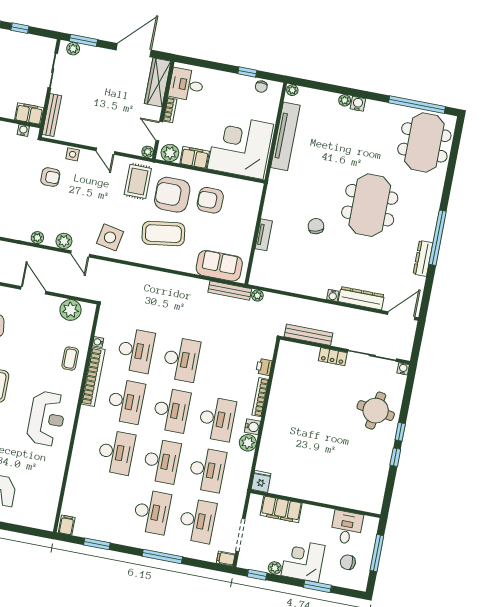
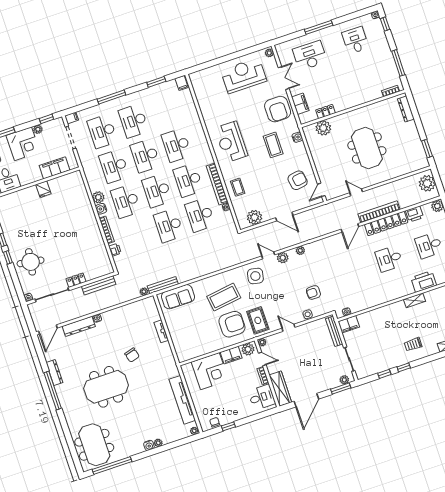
corner desk: (240, 146) -> (210, 371), width x0.74, depth x0.74
armchair: (210, 200) -> (206, 334), removed
meeting table: (370, 205) -> (106, 387), turned 90
fridge: (261, 481) -> (43, 189), moved

